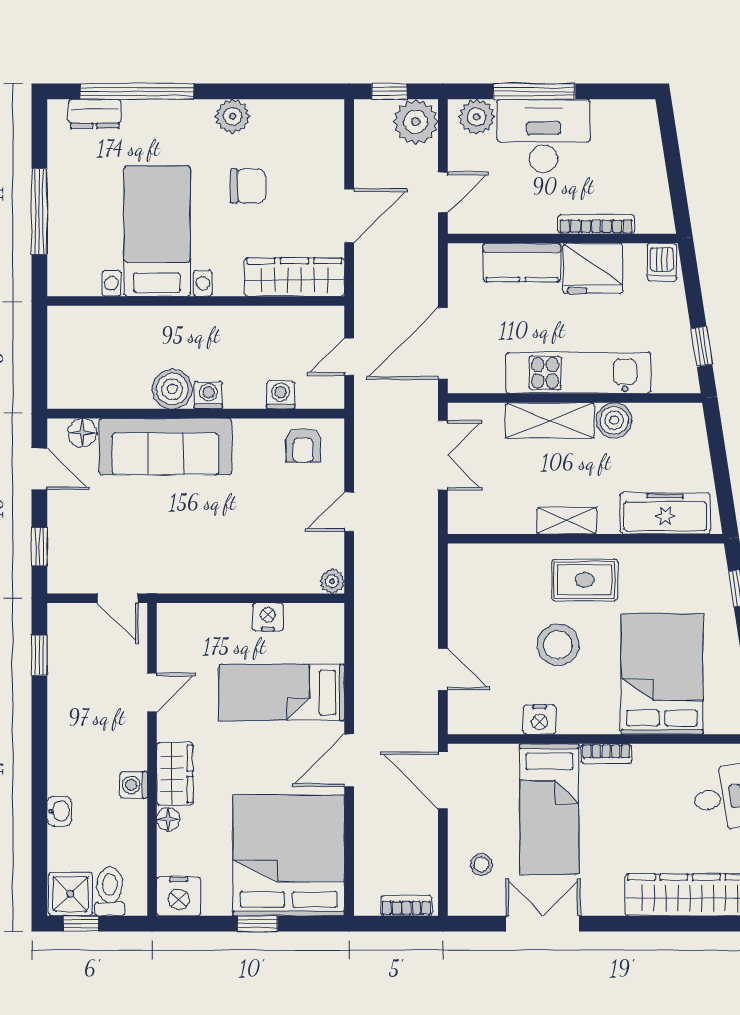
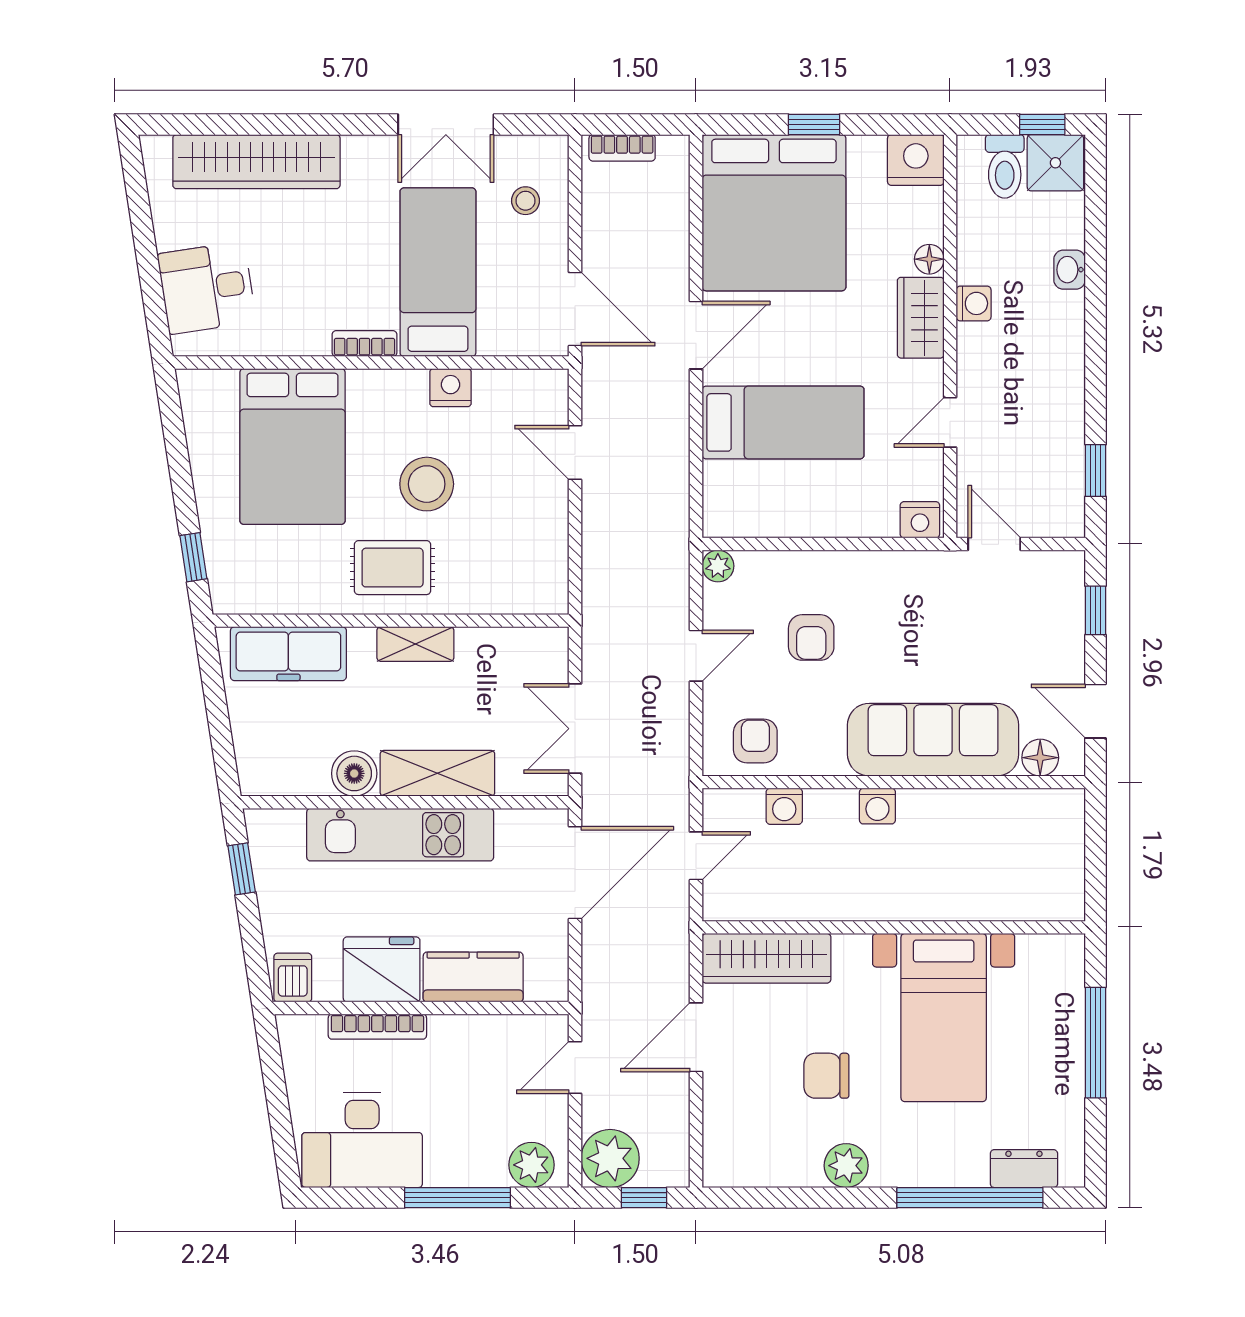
desk: (543, 136) -> (362, 1140), moved
boiler: (172, 389) -> (924, 814), removed
armchair: (260, 526) -> (811, 637), added
nightstand: (268, 617) -> (920, 520), moved

